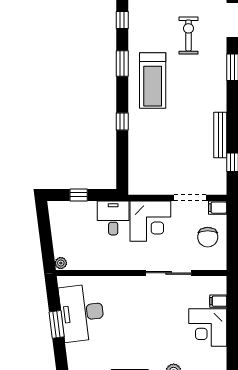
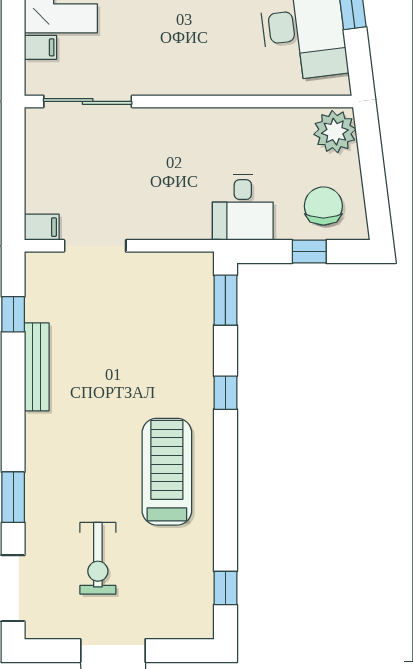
window: (122, 64) -> (225, 300), moved
corner desk: (150, 221) -> (171, 201), removed
chair: (208, 237) -> (323, 206), moved
plant: (61, 263) -> (335, 132), width x1.88, depth x1.88
sliding door: (169, 273) -> (88, 101), moved

